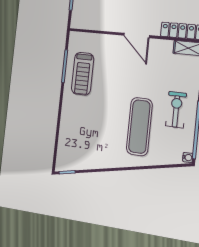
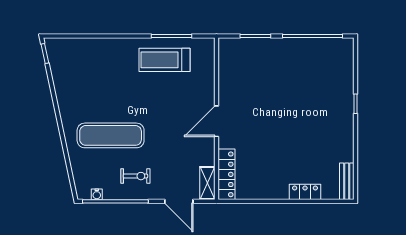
exercise bike: (176, 110) -> (135, 176), width x0.73, depth x0.72
water cooler: (188, 157) -> (97, 194), moved

